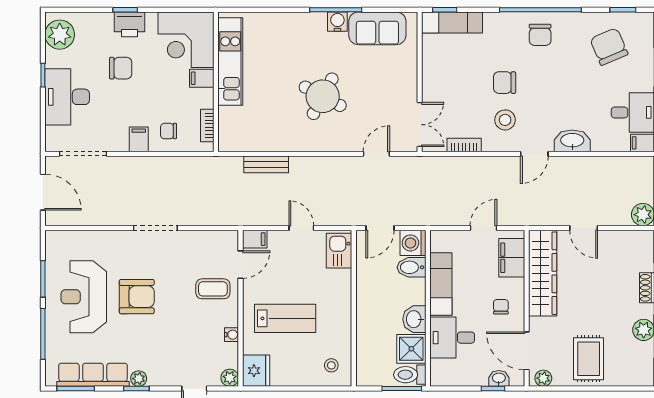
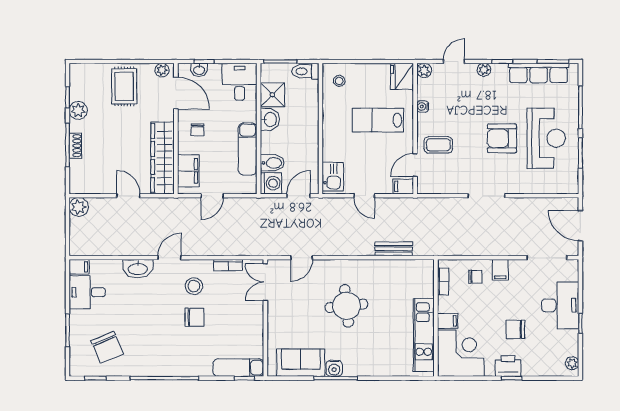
plant: (60, 35) -> (572, 363), width x0.53, depth x0.53
chair: (540, 35) -> (165, 357), removed
round table: (323, 96) -> (346, 306), turned -34
desk: (452, 338) -> (240, 82), moved, turned -90
toilet: (410, 375) -> (305, 71), moved, turned 180
plant: (139, 379) -> (484, 70), moved

